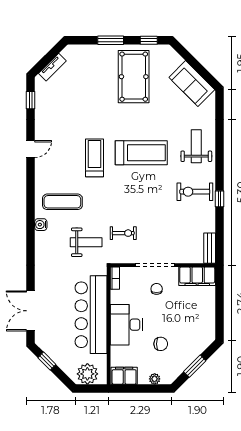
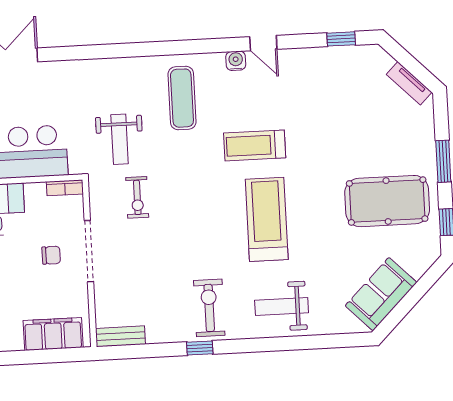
tv unit: (52, 67) -> (409, 83), moved
weight bench: (196, 146) -> (282, 307), turned 180
treadmill: (141, 153) -> (267, 219), turned 180
treadmill: (94, 158) -> (255, 145), turned 180
water cooler: (41, 225) -> (236, 61), moved
filing cabinet: (197, 276) -> (53, 334), moved, turned 90

